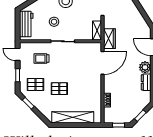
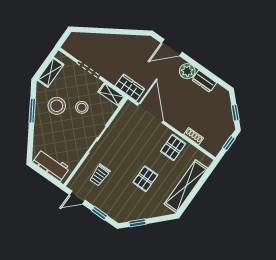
stool: (54, 22) -> (82, 107), moved
pallet: (35, 84) -> (173, 148), moved

